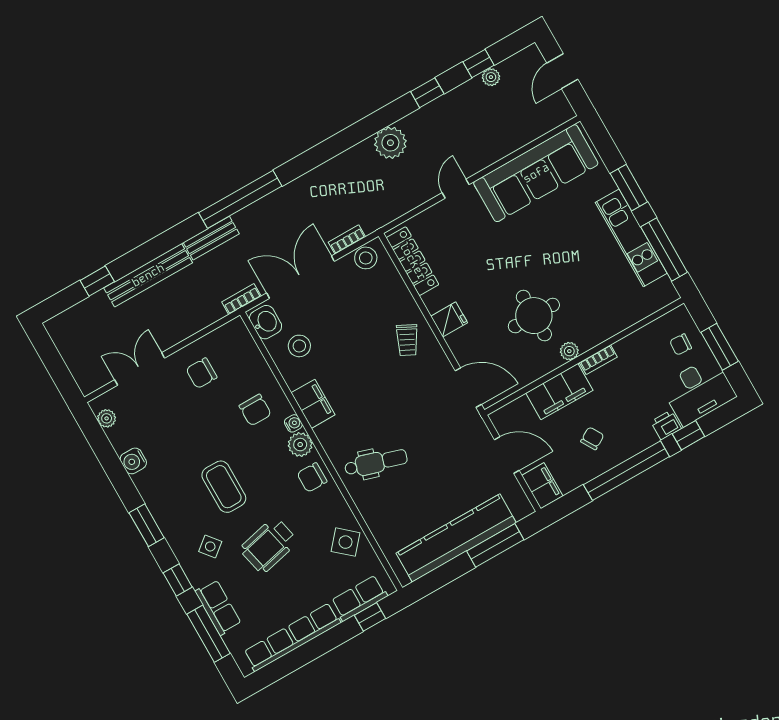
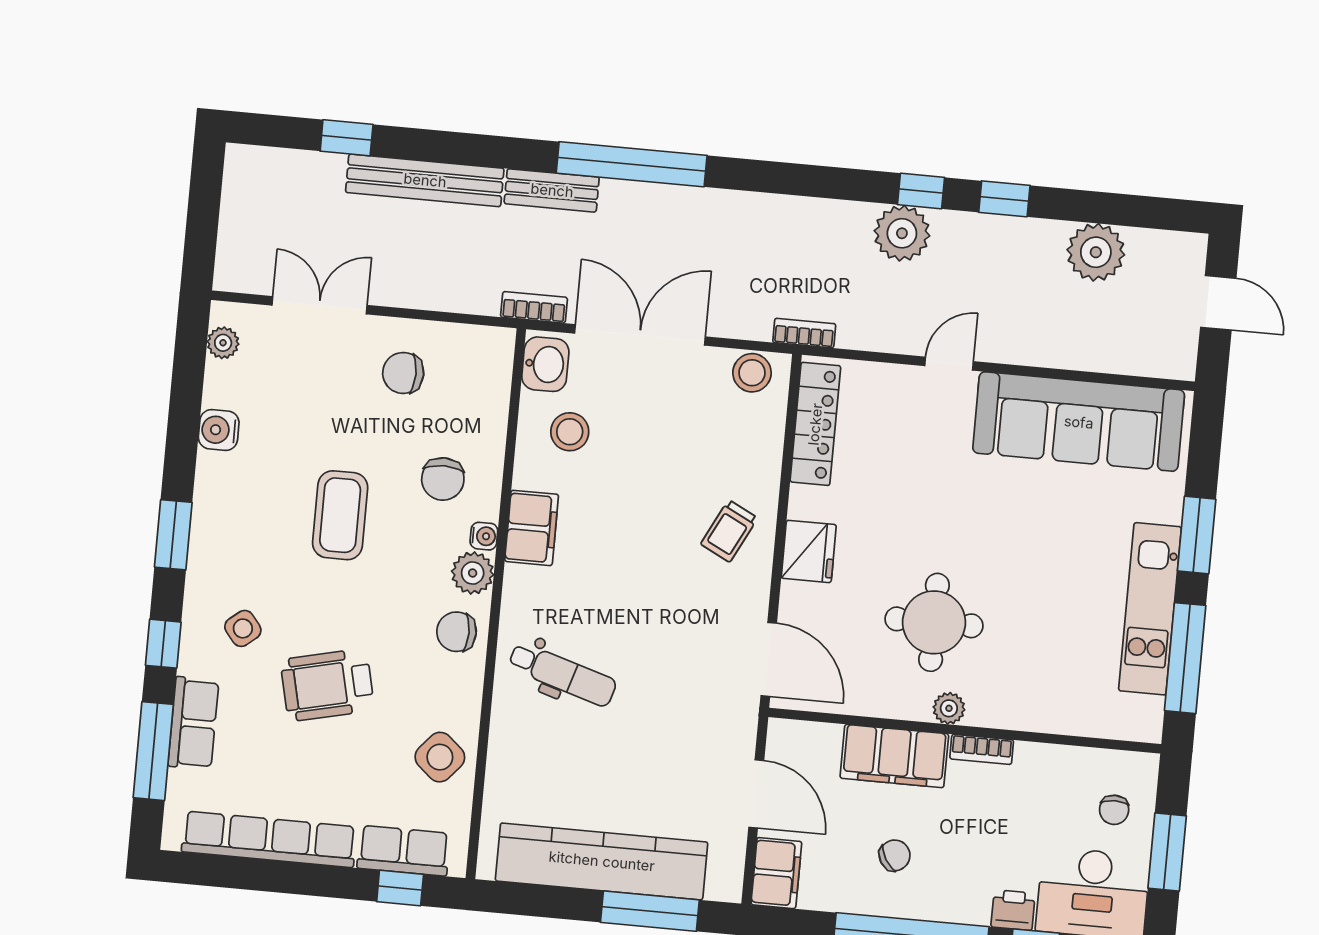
window: (478, 64) -> (921, 191), moved
door: (562, 71) -> (1218, 303), swing flipped
plant: (491, 77) -> (1096, 252), width x1.88, depth x1.88
bookcase: (347, 239) -> (804, 333), moved
fridge: (449, 319) -> (809, 551), width x1.38
chair: (681, 344) -> (1114, 810), turned -94
coffee table: (224, 487) -> (340, 515), moved

